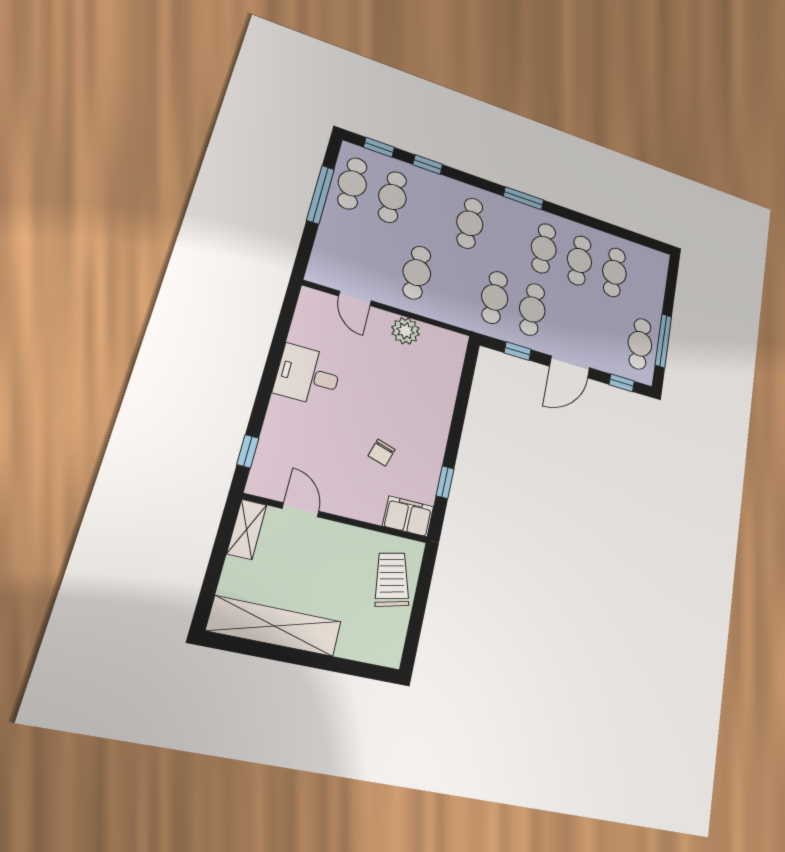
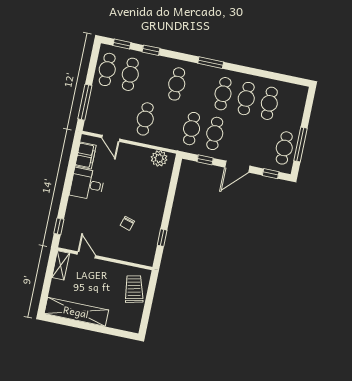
window: (321, 195) -> (85, 102), moved
plant: (406, 331) -> (159, 158), moved
filing cabinet: (408, 516) -> (86, 155), moved, turned 90

